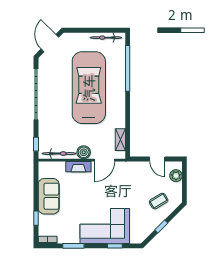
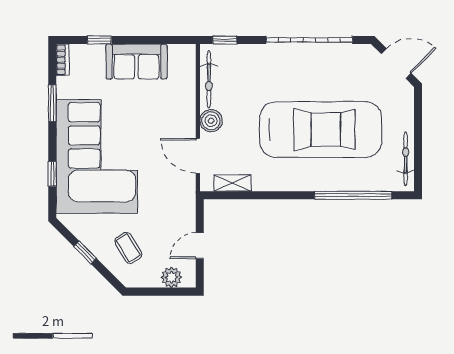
fireplace: (78, 167) -> (187, 112), removed
corner sofa: (105, 226) -> (97, 156), width x1.36, depth x1.36

